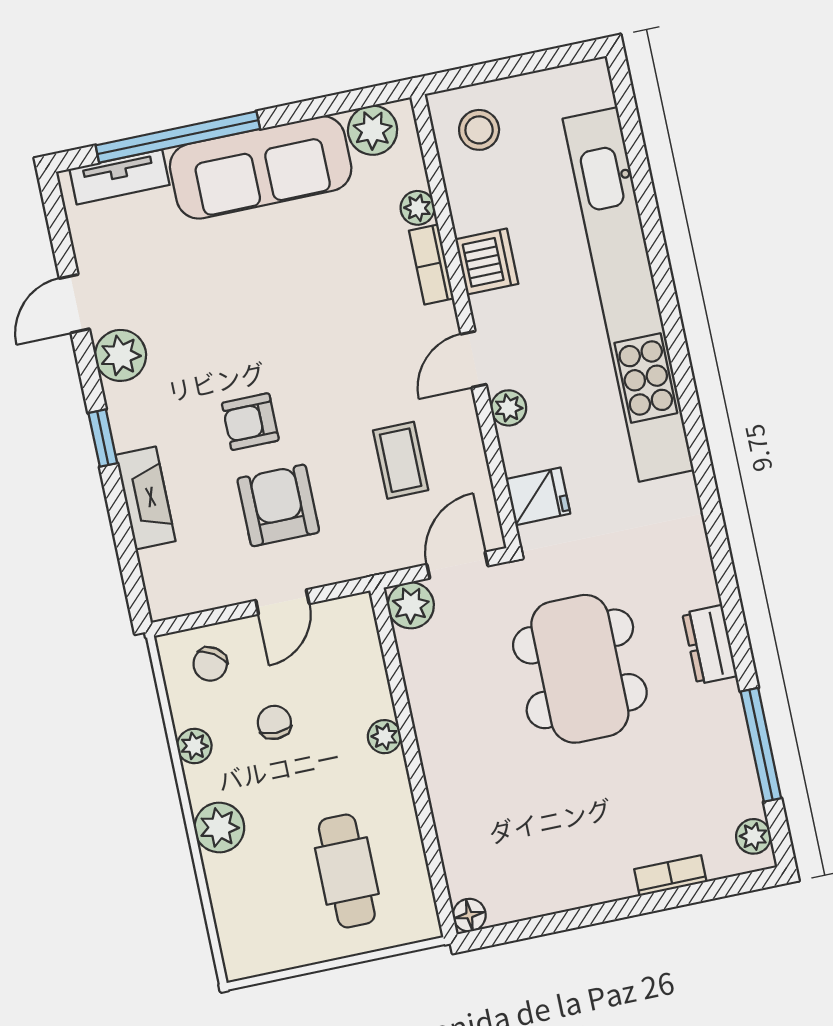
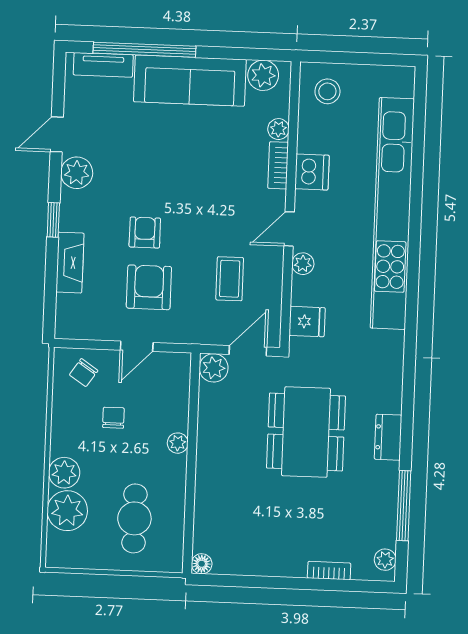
armchair: (250, 422) -> (145, 233), turned 90
plant: (194, 746) -> (67, 511), moved, width x1.88, depth x1.88

